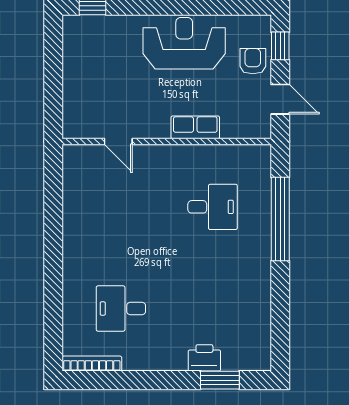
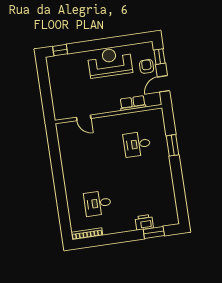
door: (280, 99) -> (163, 84), swing flipped
row of seats: (195, 127) -> (133, 103), moved
desk: (213, 207) -> (137, 144), turned 180
window: (280, 219) -> (173, 145), width x0.47

